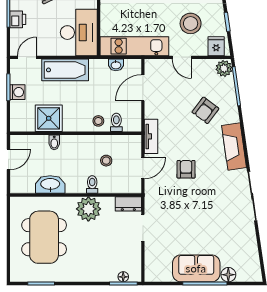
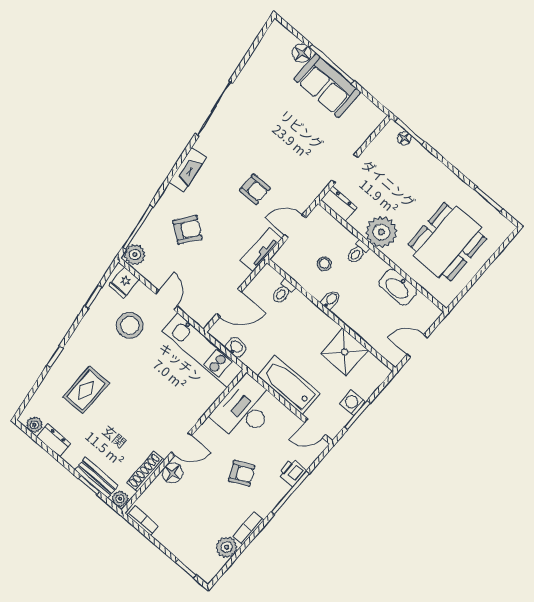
stool: (98, 121) -> (299, 308), removed
bidet: (54, 142) -> (331, 300), moved
fireplace: (234, 147) -> (188, 170), width x0.73, depth x0.76
armchair: (186, 169) -> (255, 189), turned -90

